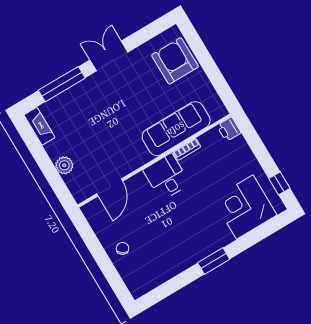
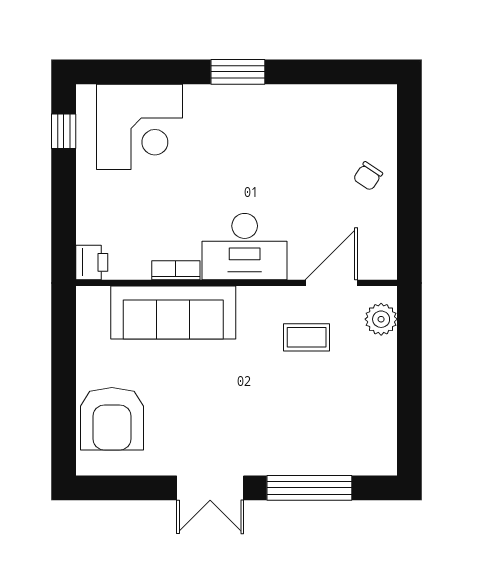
fireplace: (39, 126) -> (383, 443), removed
coffee table: (106, 155) -> (307, 337), added
plant: (64, 165) -> (381, 319), moved
desk: (166, 177) -> (245, 247), width x1.37

